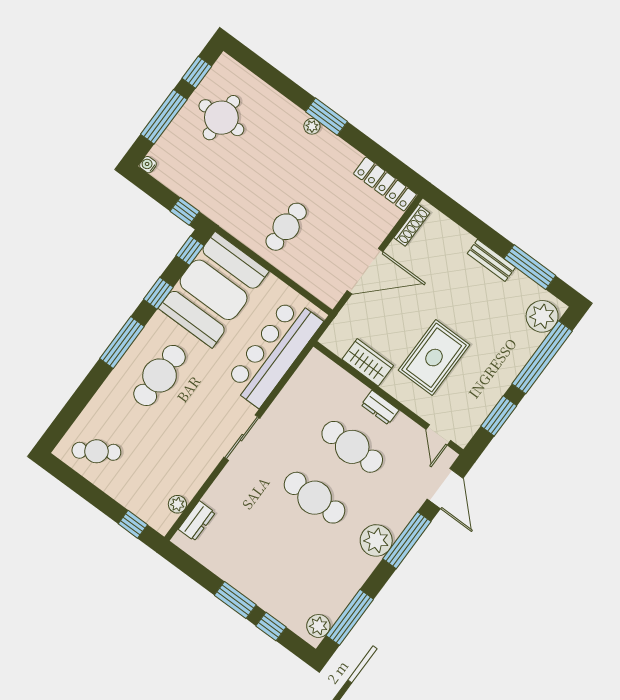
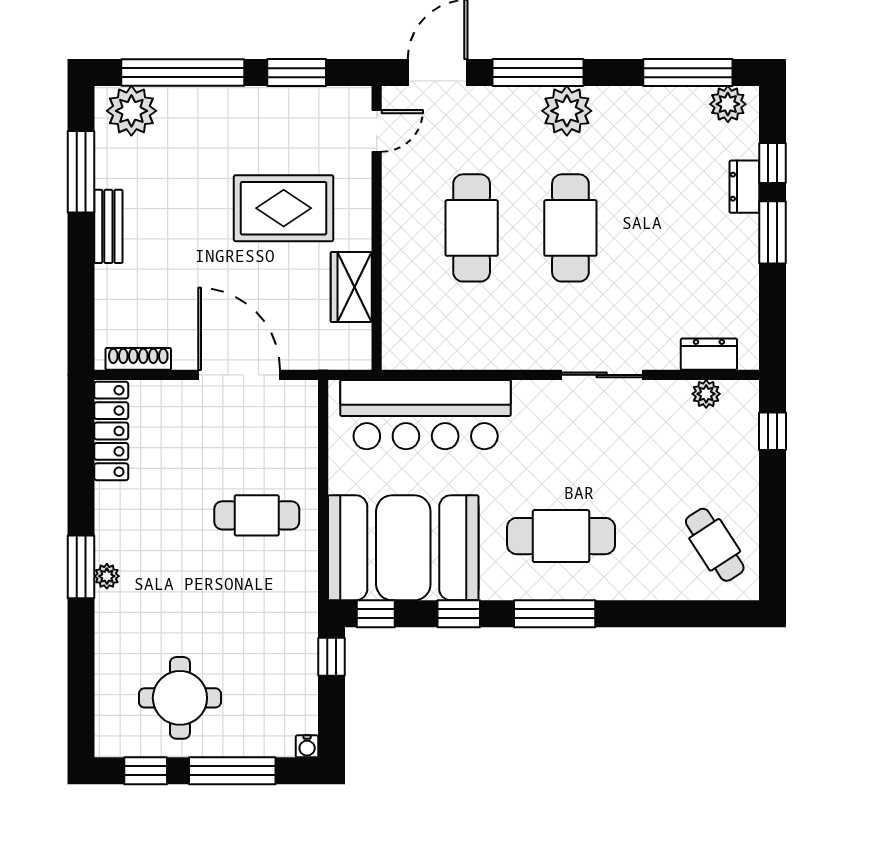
dresser: (380, 407) -> (744, 187), moved, turned 180
sliding door: (242, 438) -> (602, 375), moved

